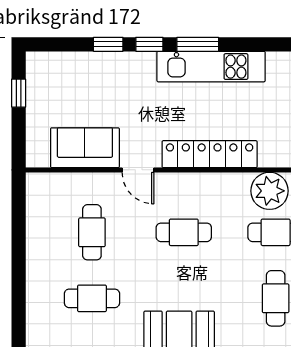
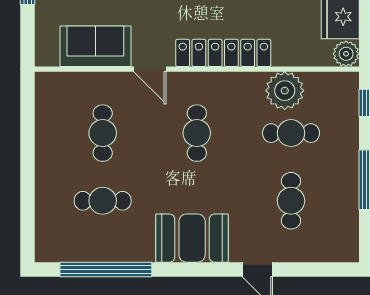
cafe table: (184, 232) -> (197, 133), turned 90

